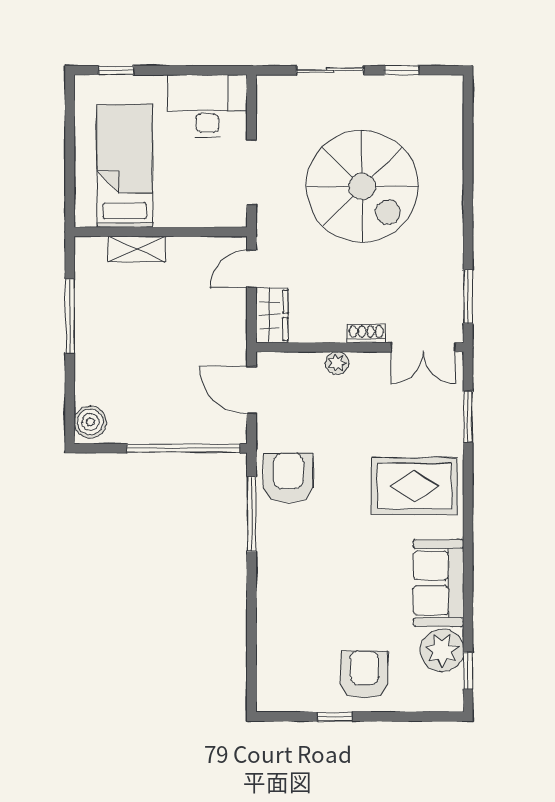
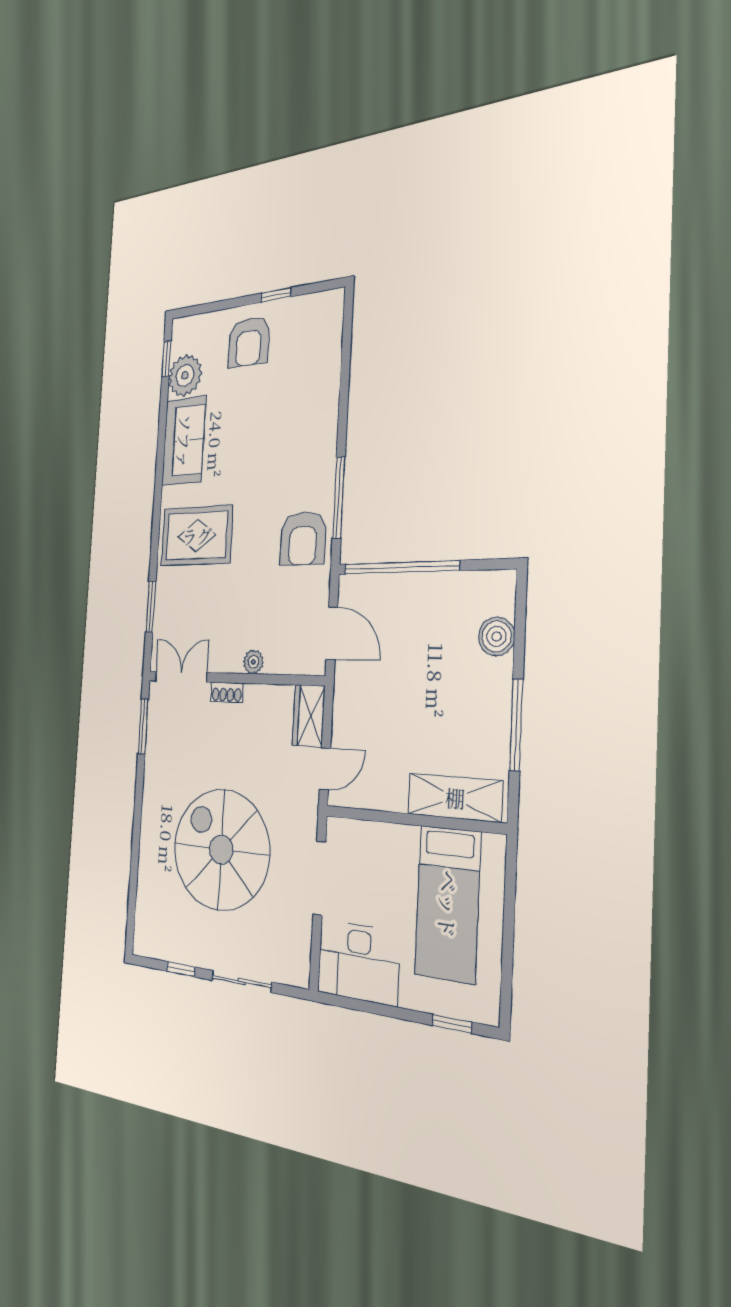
shelving: (137, 249) -> (455, 798), width x1.50, depth x1.33
boiler: (90, 422) -> (496, 636), moved

